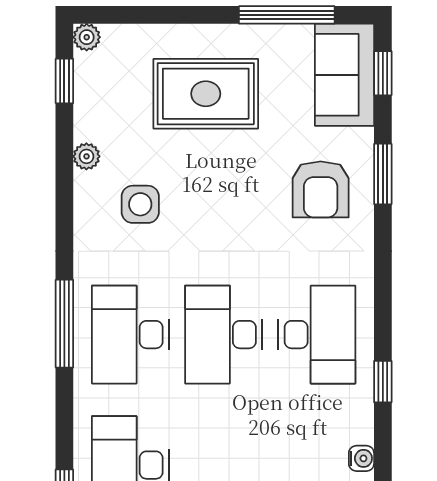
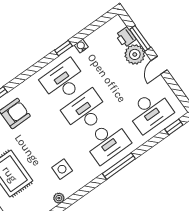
desk: (224, 335) -> (85, 111), turned 180
water cooler: (361, 458) -> (81, 46), moved

